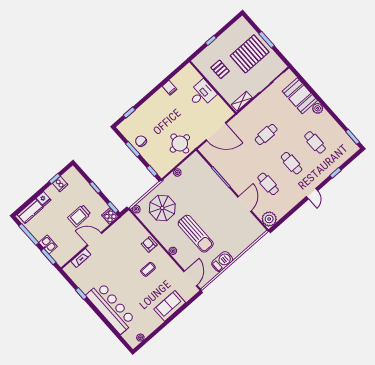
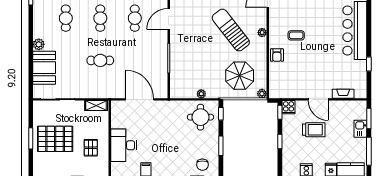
desk: (202, 94) -> (124, 145), width x1.37
chair: (141, 141) -> (202, 165), moved
round table: (180, 143) -> (200, 117), moved
sun lounger: (196, 234) -> (231, 30), turned -38

